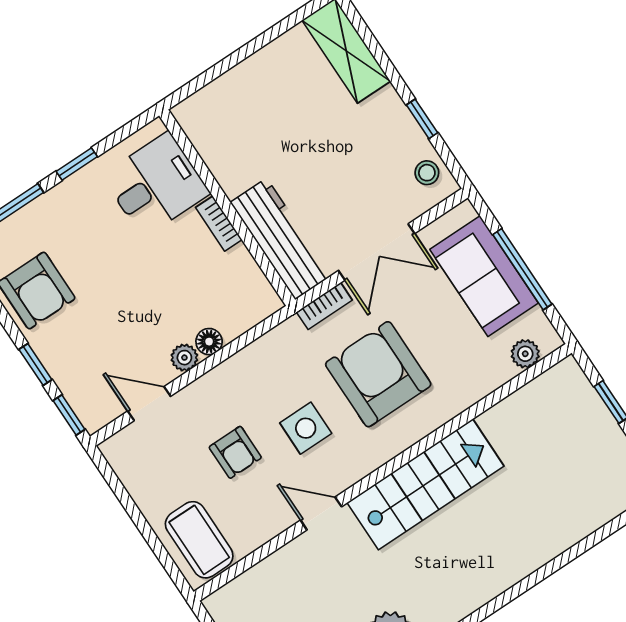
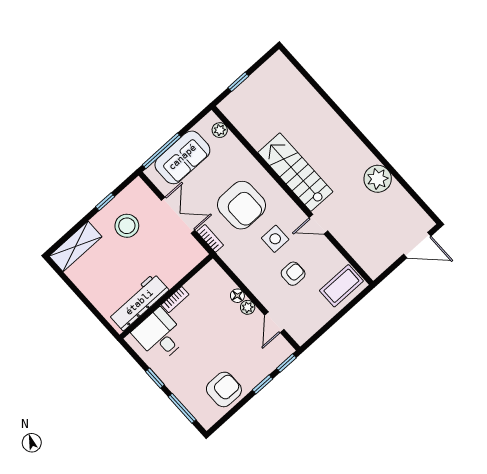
stool: (427, 173) -> (127, 226), moved, width x1.89, depth x1.89
workbench: (281, 239) -> (139, 302), moved
window: (522, 269) -> (162, 151), moved
armchair: (378, 374) -> (242, 205), turned -91
door: (321, 513) -> (318, 224), hinge flipped

